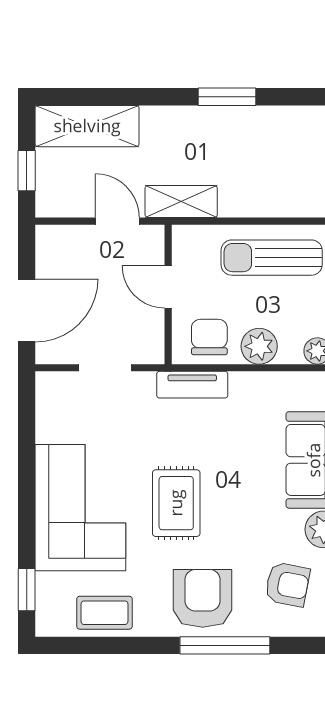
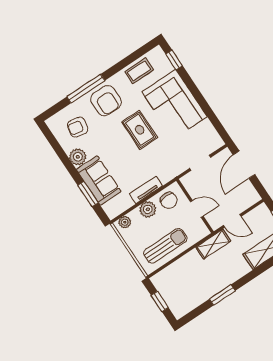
tv unit: (192, 385) -> (146, 190), moved

